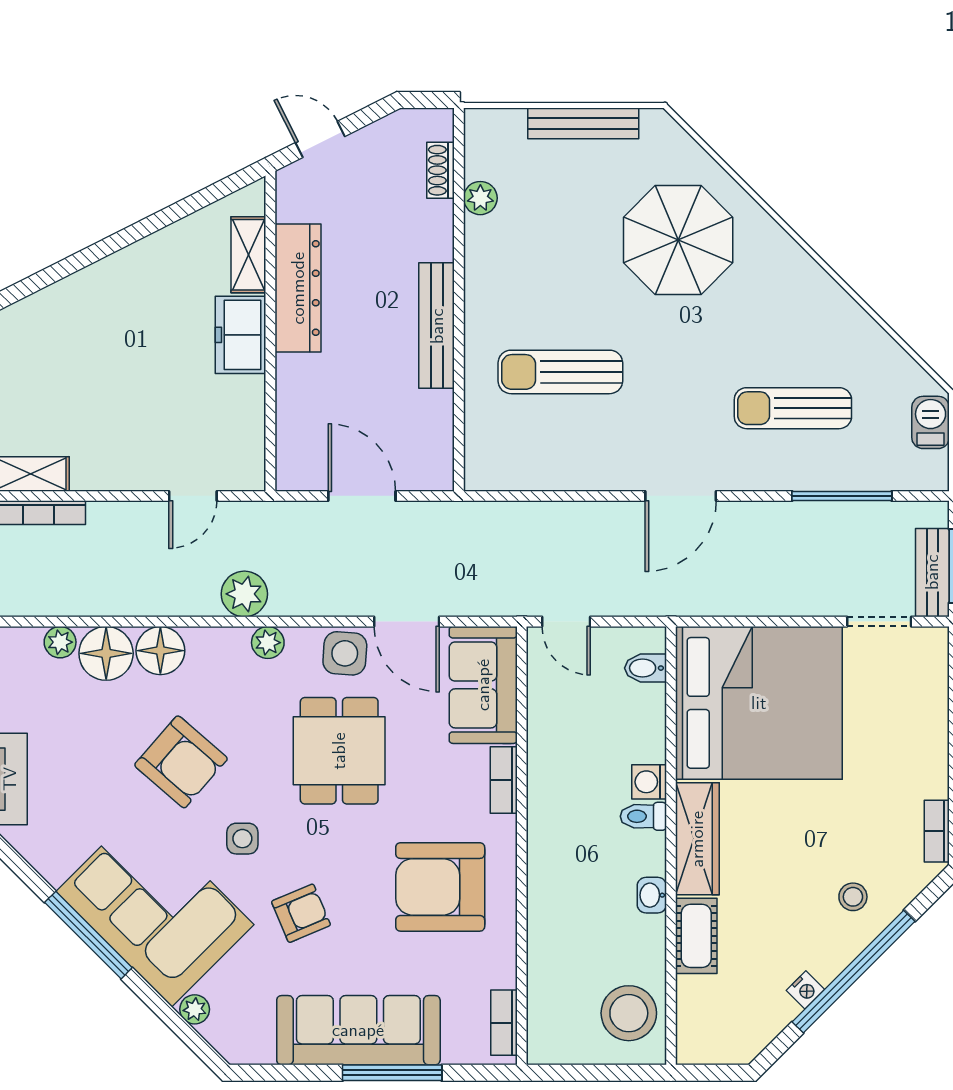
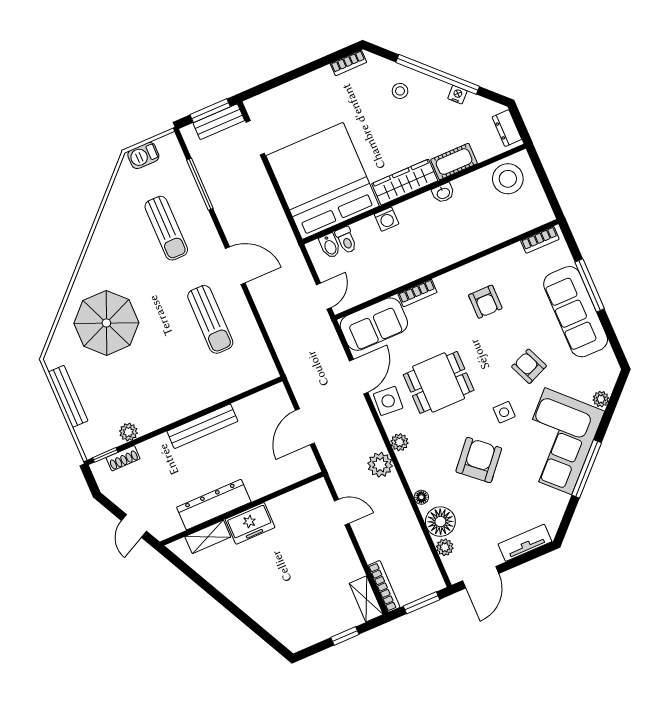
window: (459, 143) -> (105, 455), added
sun lounger: (560, 372) -> (210, 319), moved
floor lamp: (160, 651) -> (421, 497), width x0.53, depth x0.53
toilet: (643, 816) -> (346, 240), moved
armchair: (440, 887) -> (485, 302), width x0.53, depth x0.53
dresser: (714, 1048) -> (507, 128), added

